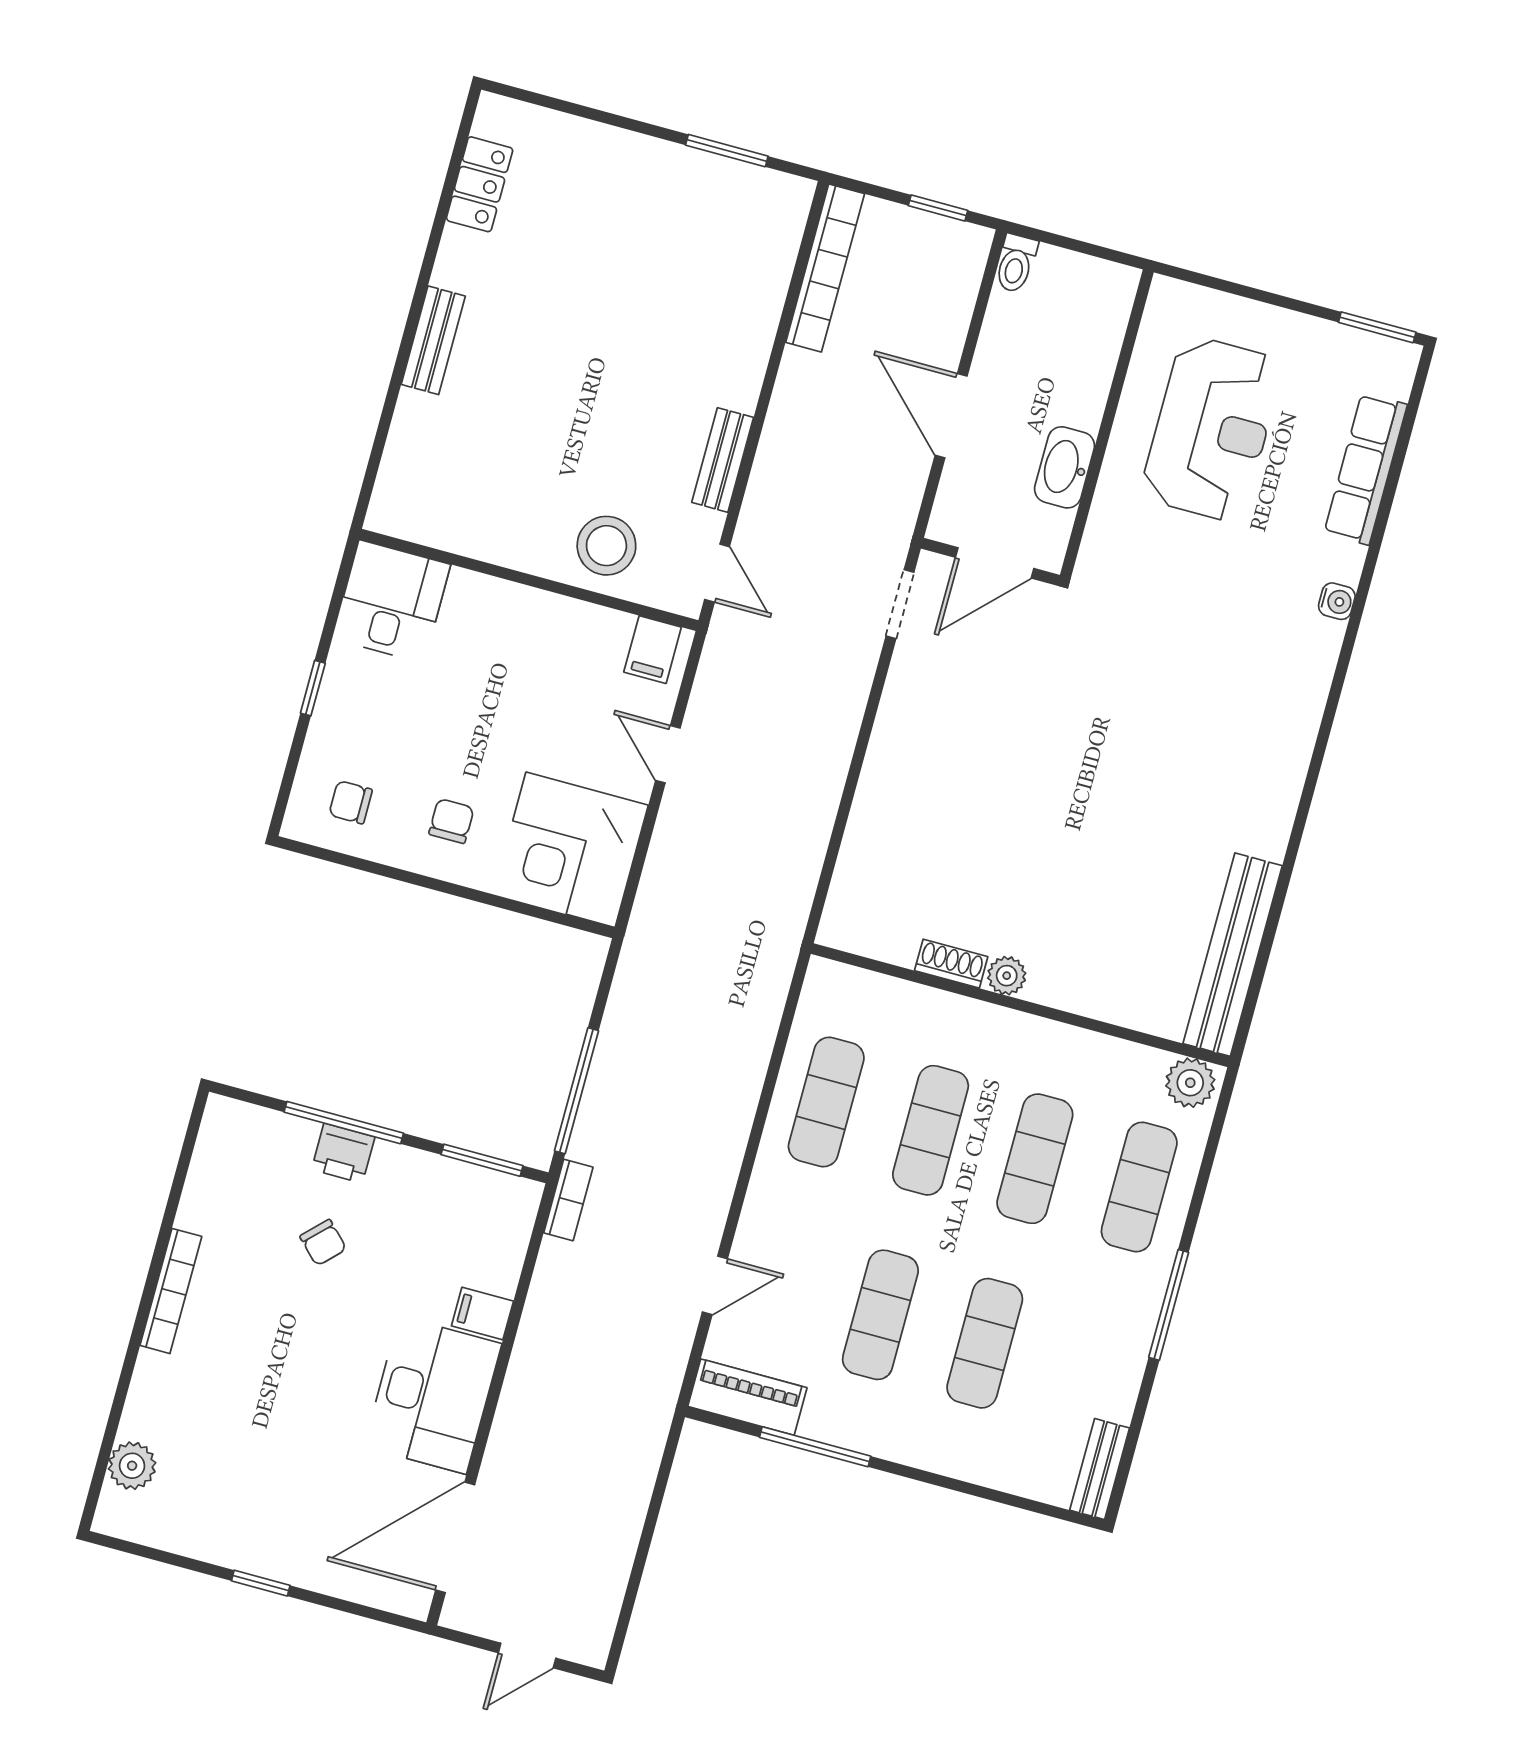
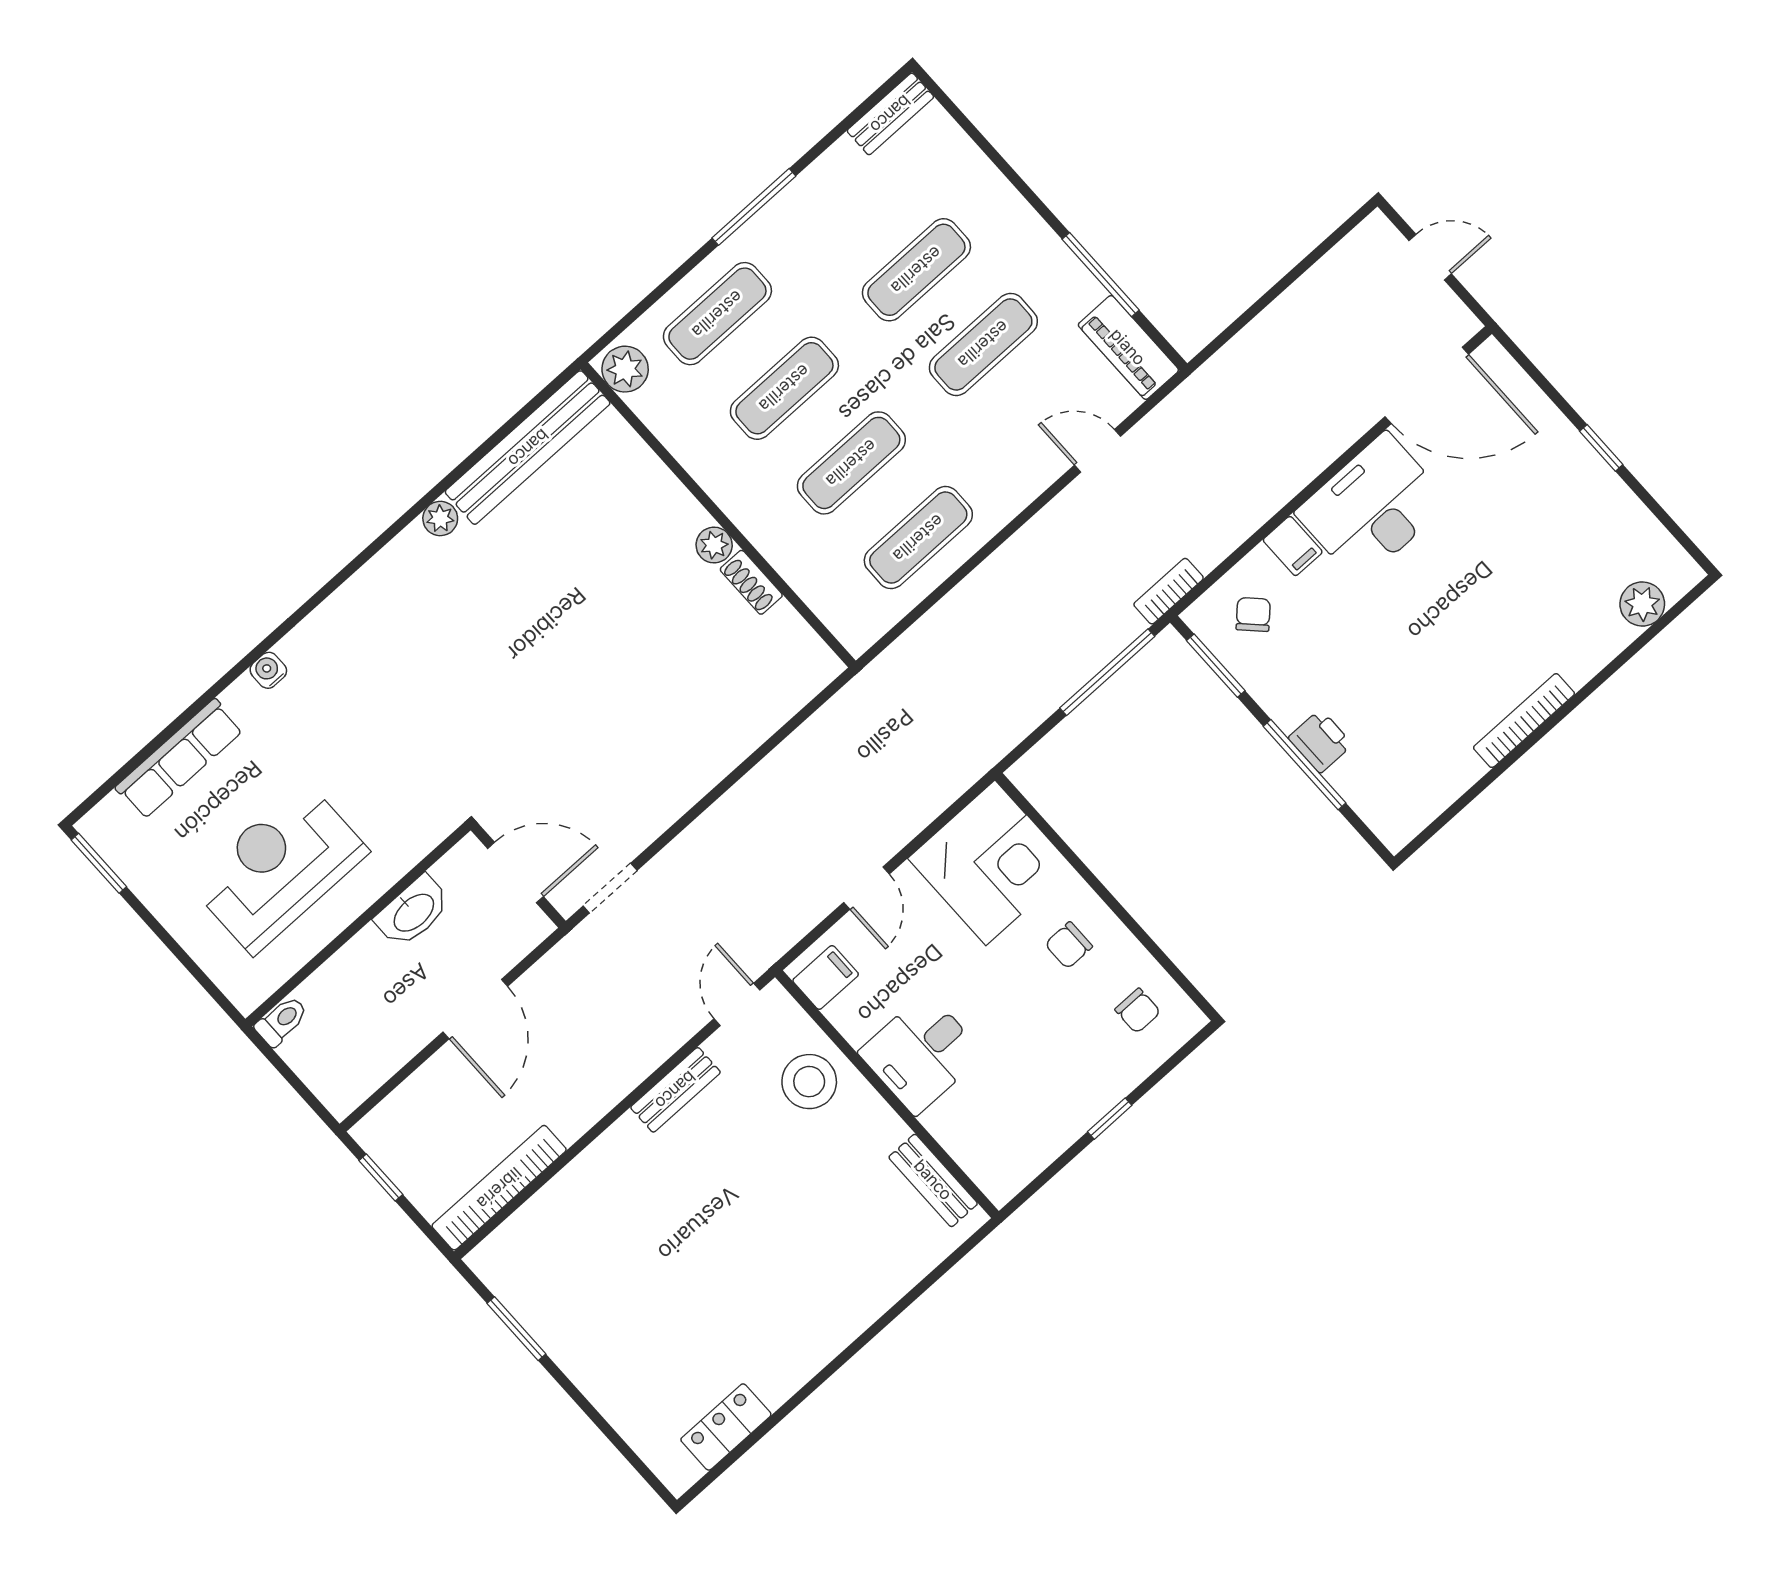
toilet: (1016, 263) -> (282, 1021), moved
bench: (433, 340) -> (933, 1180), moved, turned 90
desk: (391, 601) -> (921, 1053), moved
plant: (1270, 839) -> (440, 518), added
chair: (323, 1243) -> (1253, 614), moved

